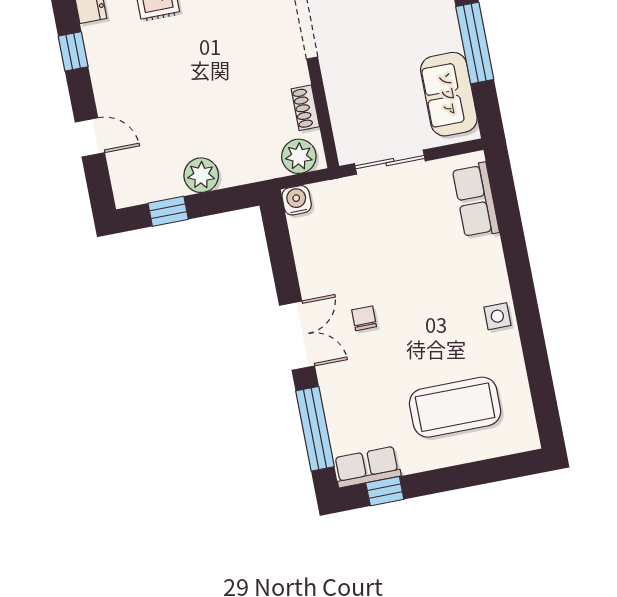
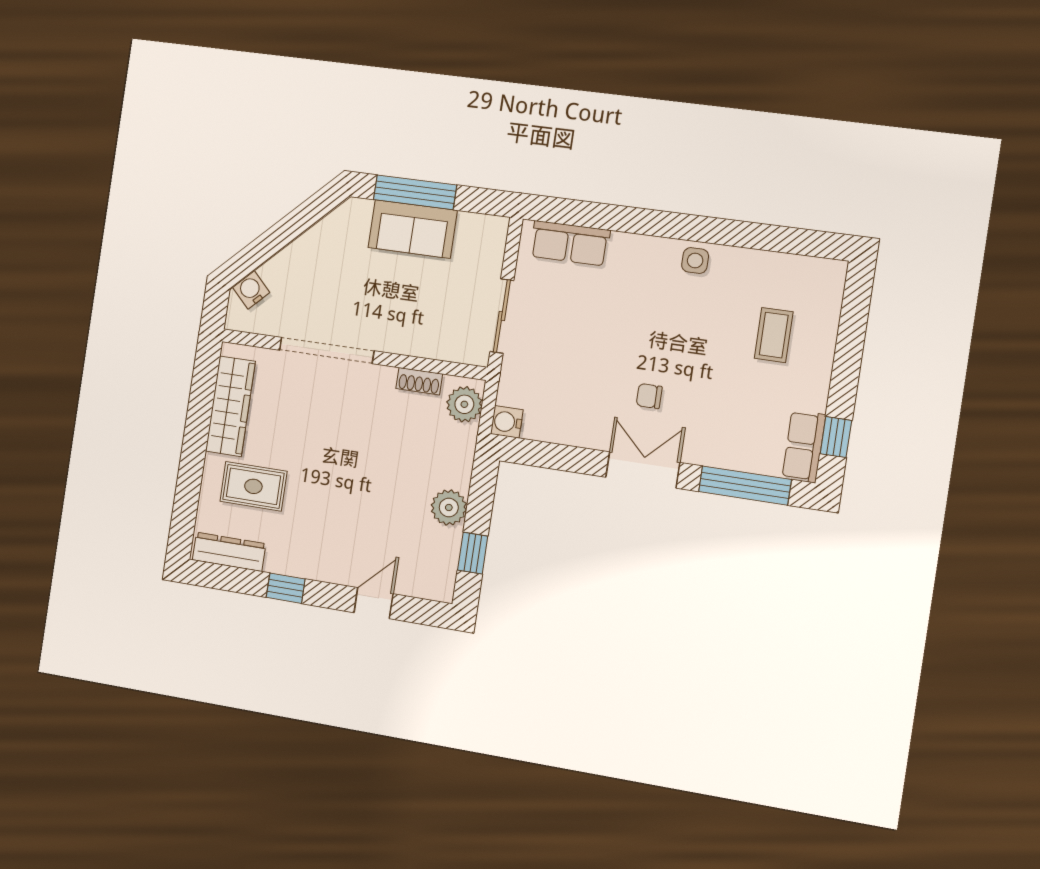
sofa: (449, 94) -> (413, 229), moved
coffee table: (455, 407) -> (774, 335), width x0.54, depth x0.58

